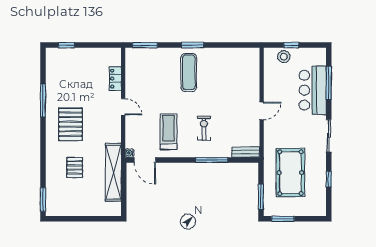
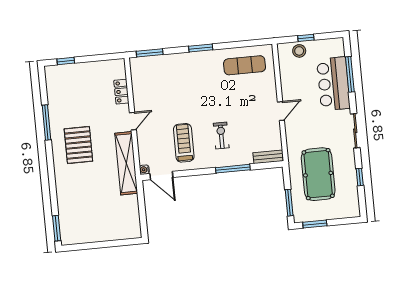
exercise mat: (189, 72) -> (245, 65), moved, turned 90
door: (123, 107) -> (133, 121), hinge flipped
pallet: (75, 167) -> (87, 191), removed
shelving: (113, 172) -> (126, 163), moved

